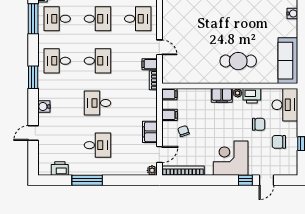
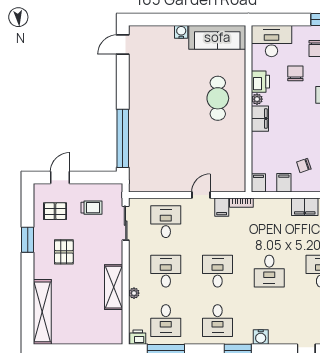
water cooler: (292, 14) -> (181, 32), moved
water cooler: (44, 107) -> (261, 337), moved

